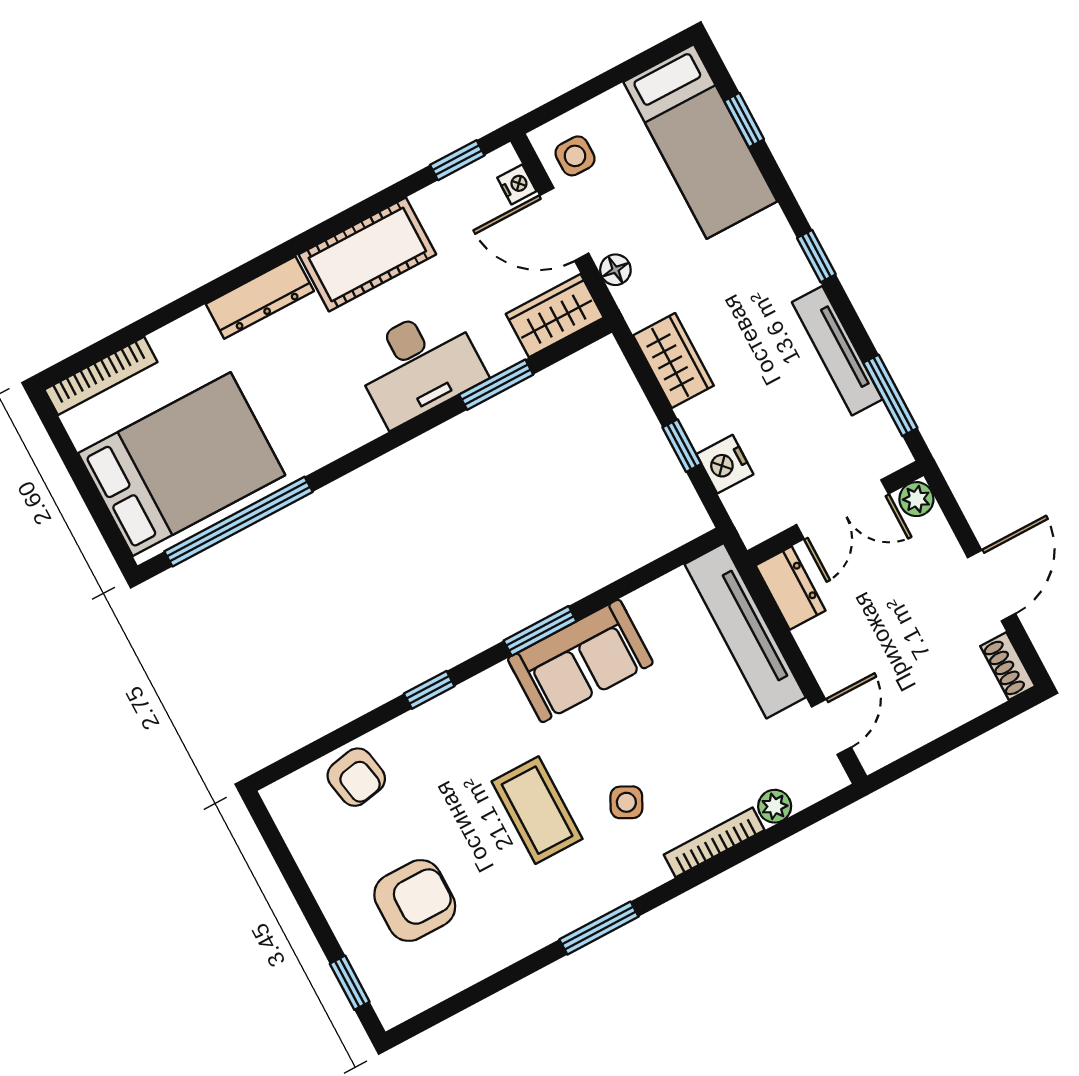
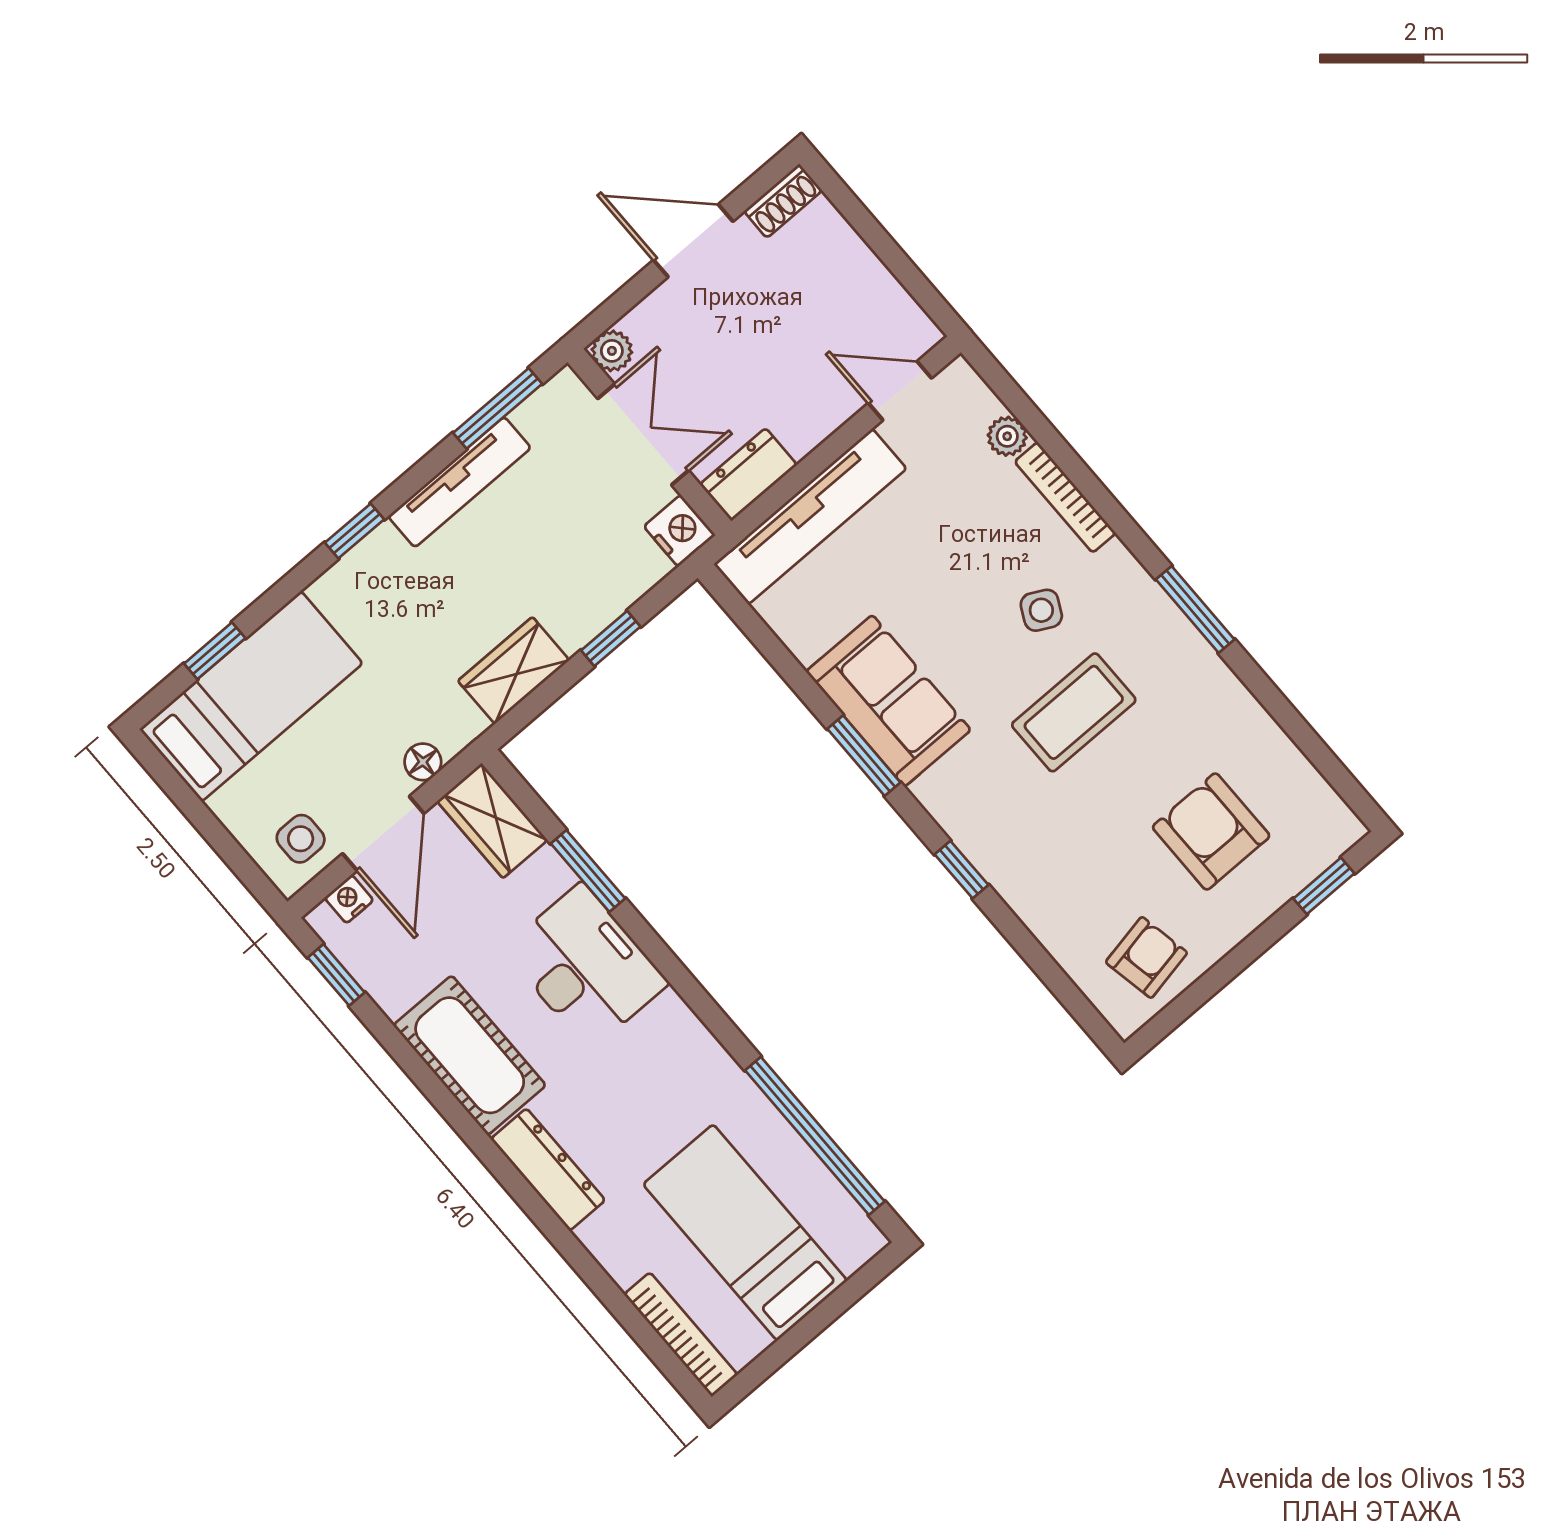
bed: (182, 464) -> (745, 1232), width x0.67
nightstand: (725, 464) -> (679, 531), moved, turned -90
armchair: (356, 777) -> (1146, 957), moved

